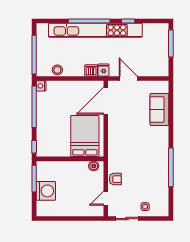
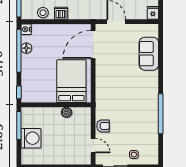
dishwasher: (91, 70) -> (61, 13), moved
fridge: (104, 70) -> (153, 13), moved
floor lamp: (41, 104) -> (26, 48), added
boiler: (94, 166) -> (67, 112), moved
door: (106, 198) -> (93, 146), swing flipped

